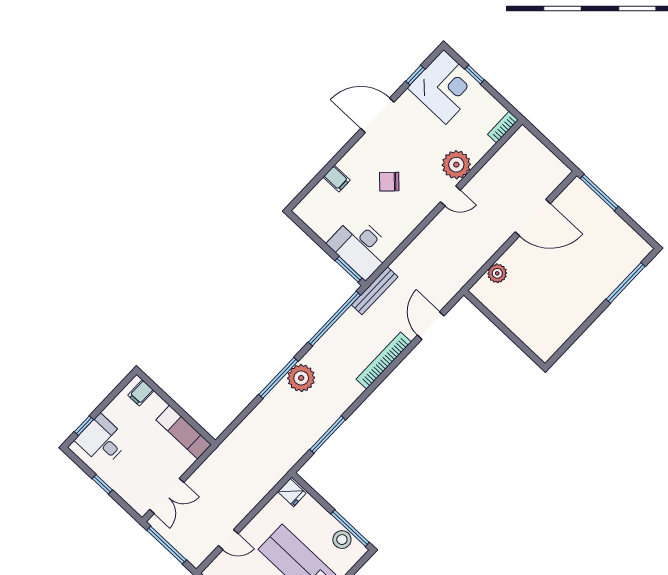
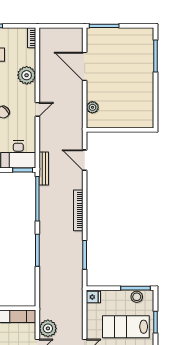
door: (450, 196) -> (37, 109), moved
door: (533, 218) -> (85, 66), swing flipped
bookcase: (384, 361) -> (78, 210), moved
plant: (301, 378) -> (48, 328), moved

